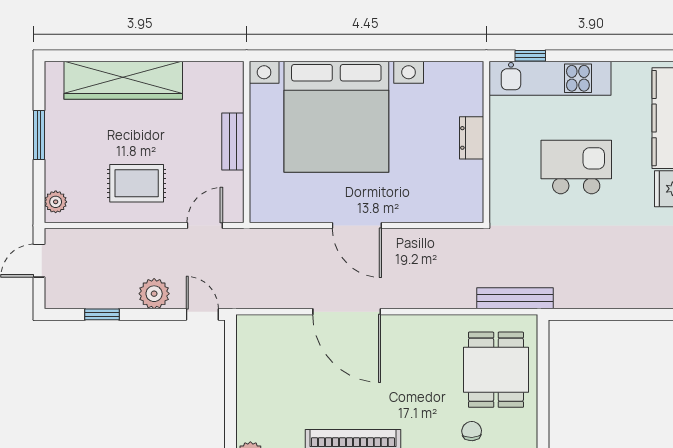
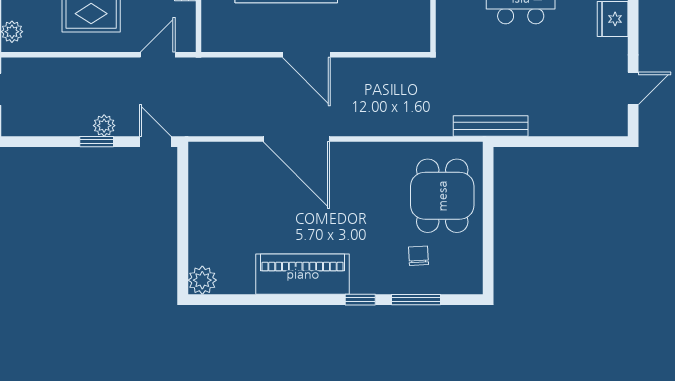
plant: (154, 294) -> (104, 126), width x0.73, depth x0.73
bench: (515, 298) -> (491, 126), moved
window: (102, 314) -> (97, 142), moved

